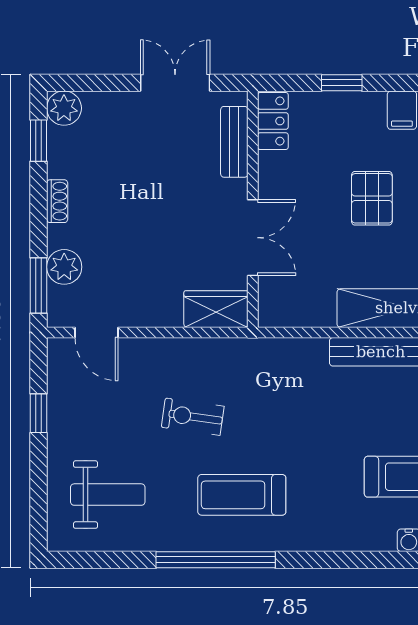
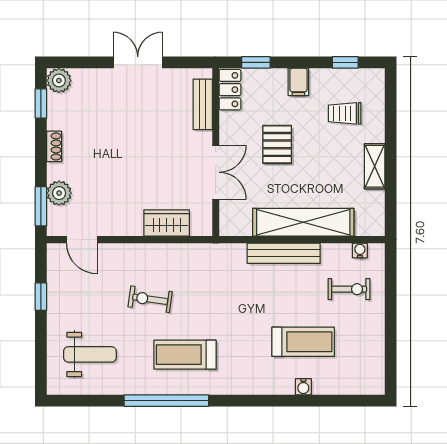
locker: (273, 121) -> (230, 90), moved
bench: (234, 142) -> (203, 104), moved
wall: (253, 209) -> (216, 152), moved
double door: (253, 238) -> (216, 172), moved

